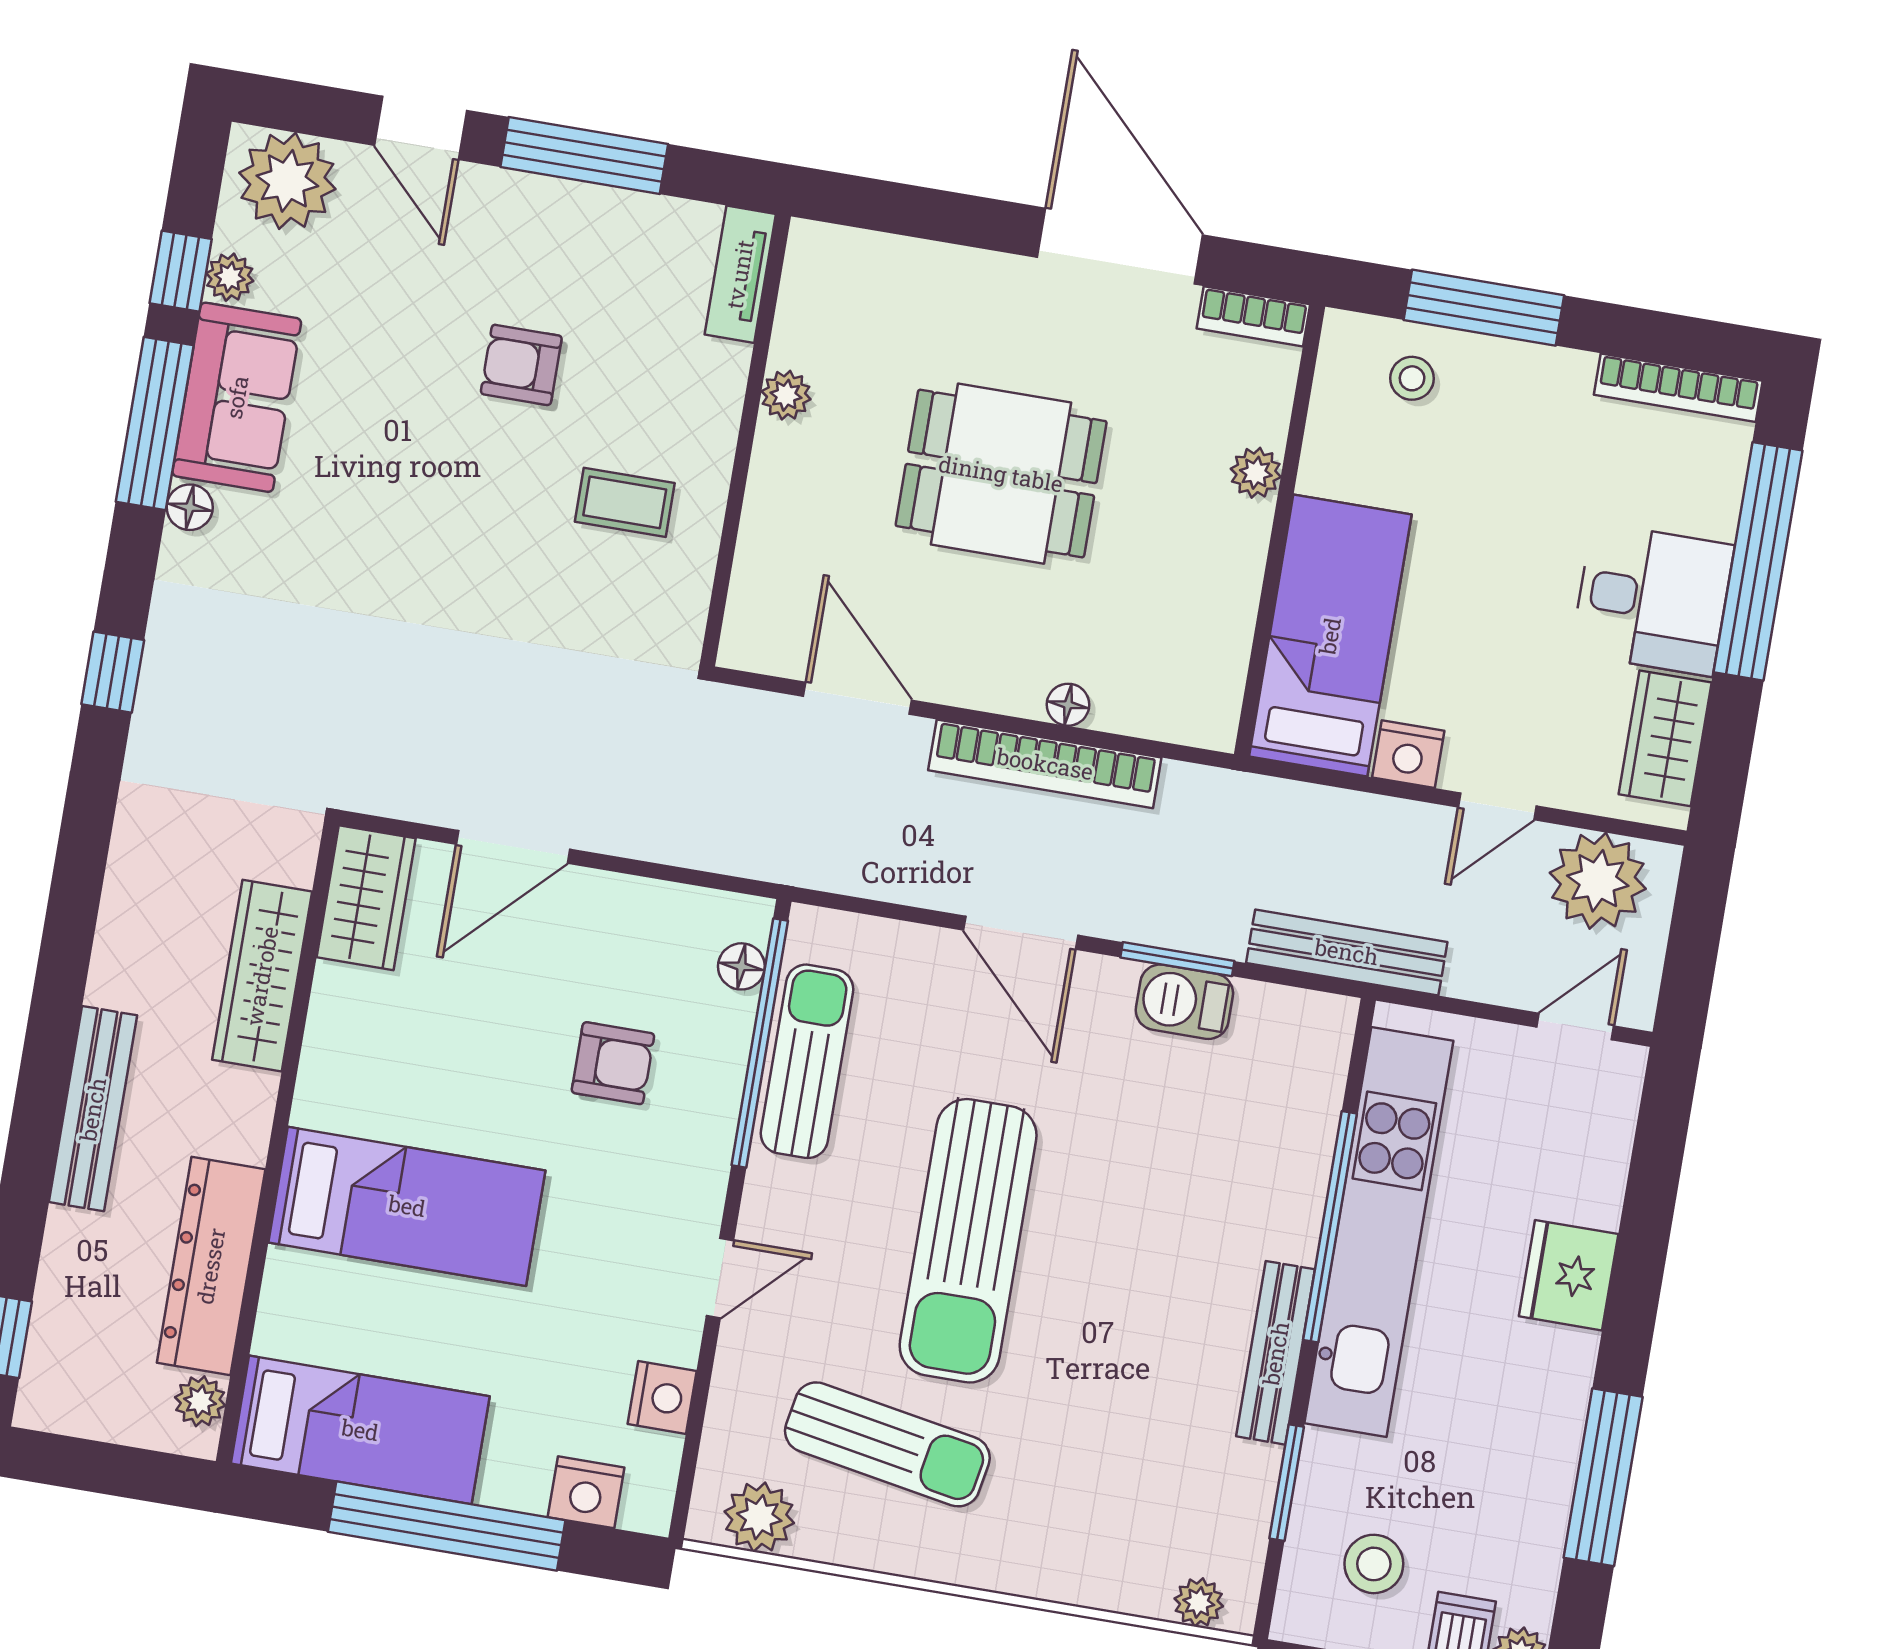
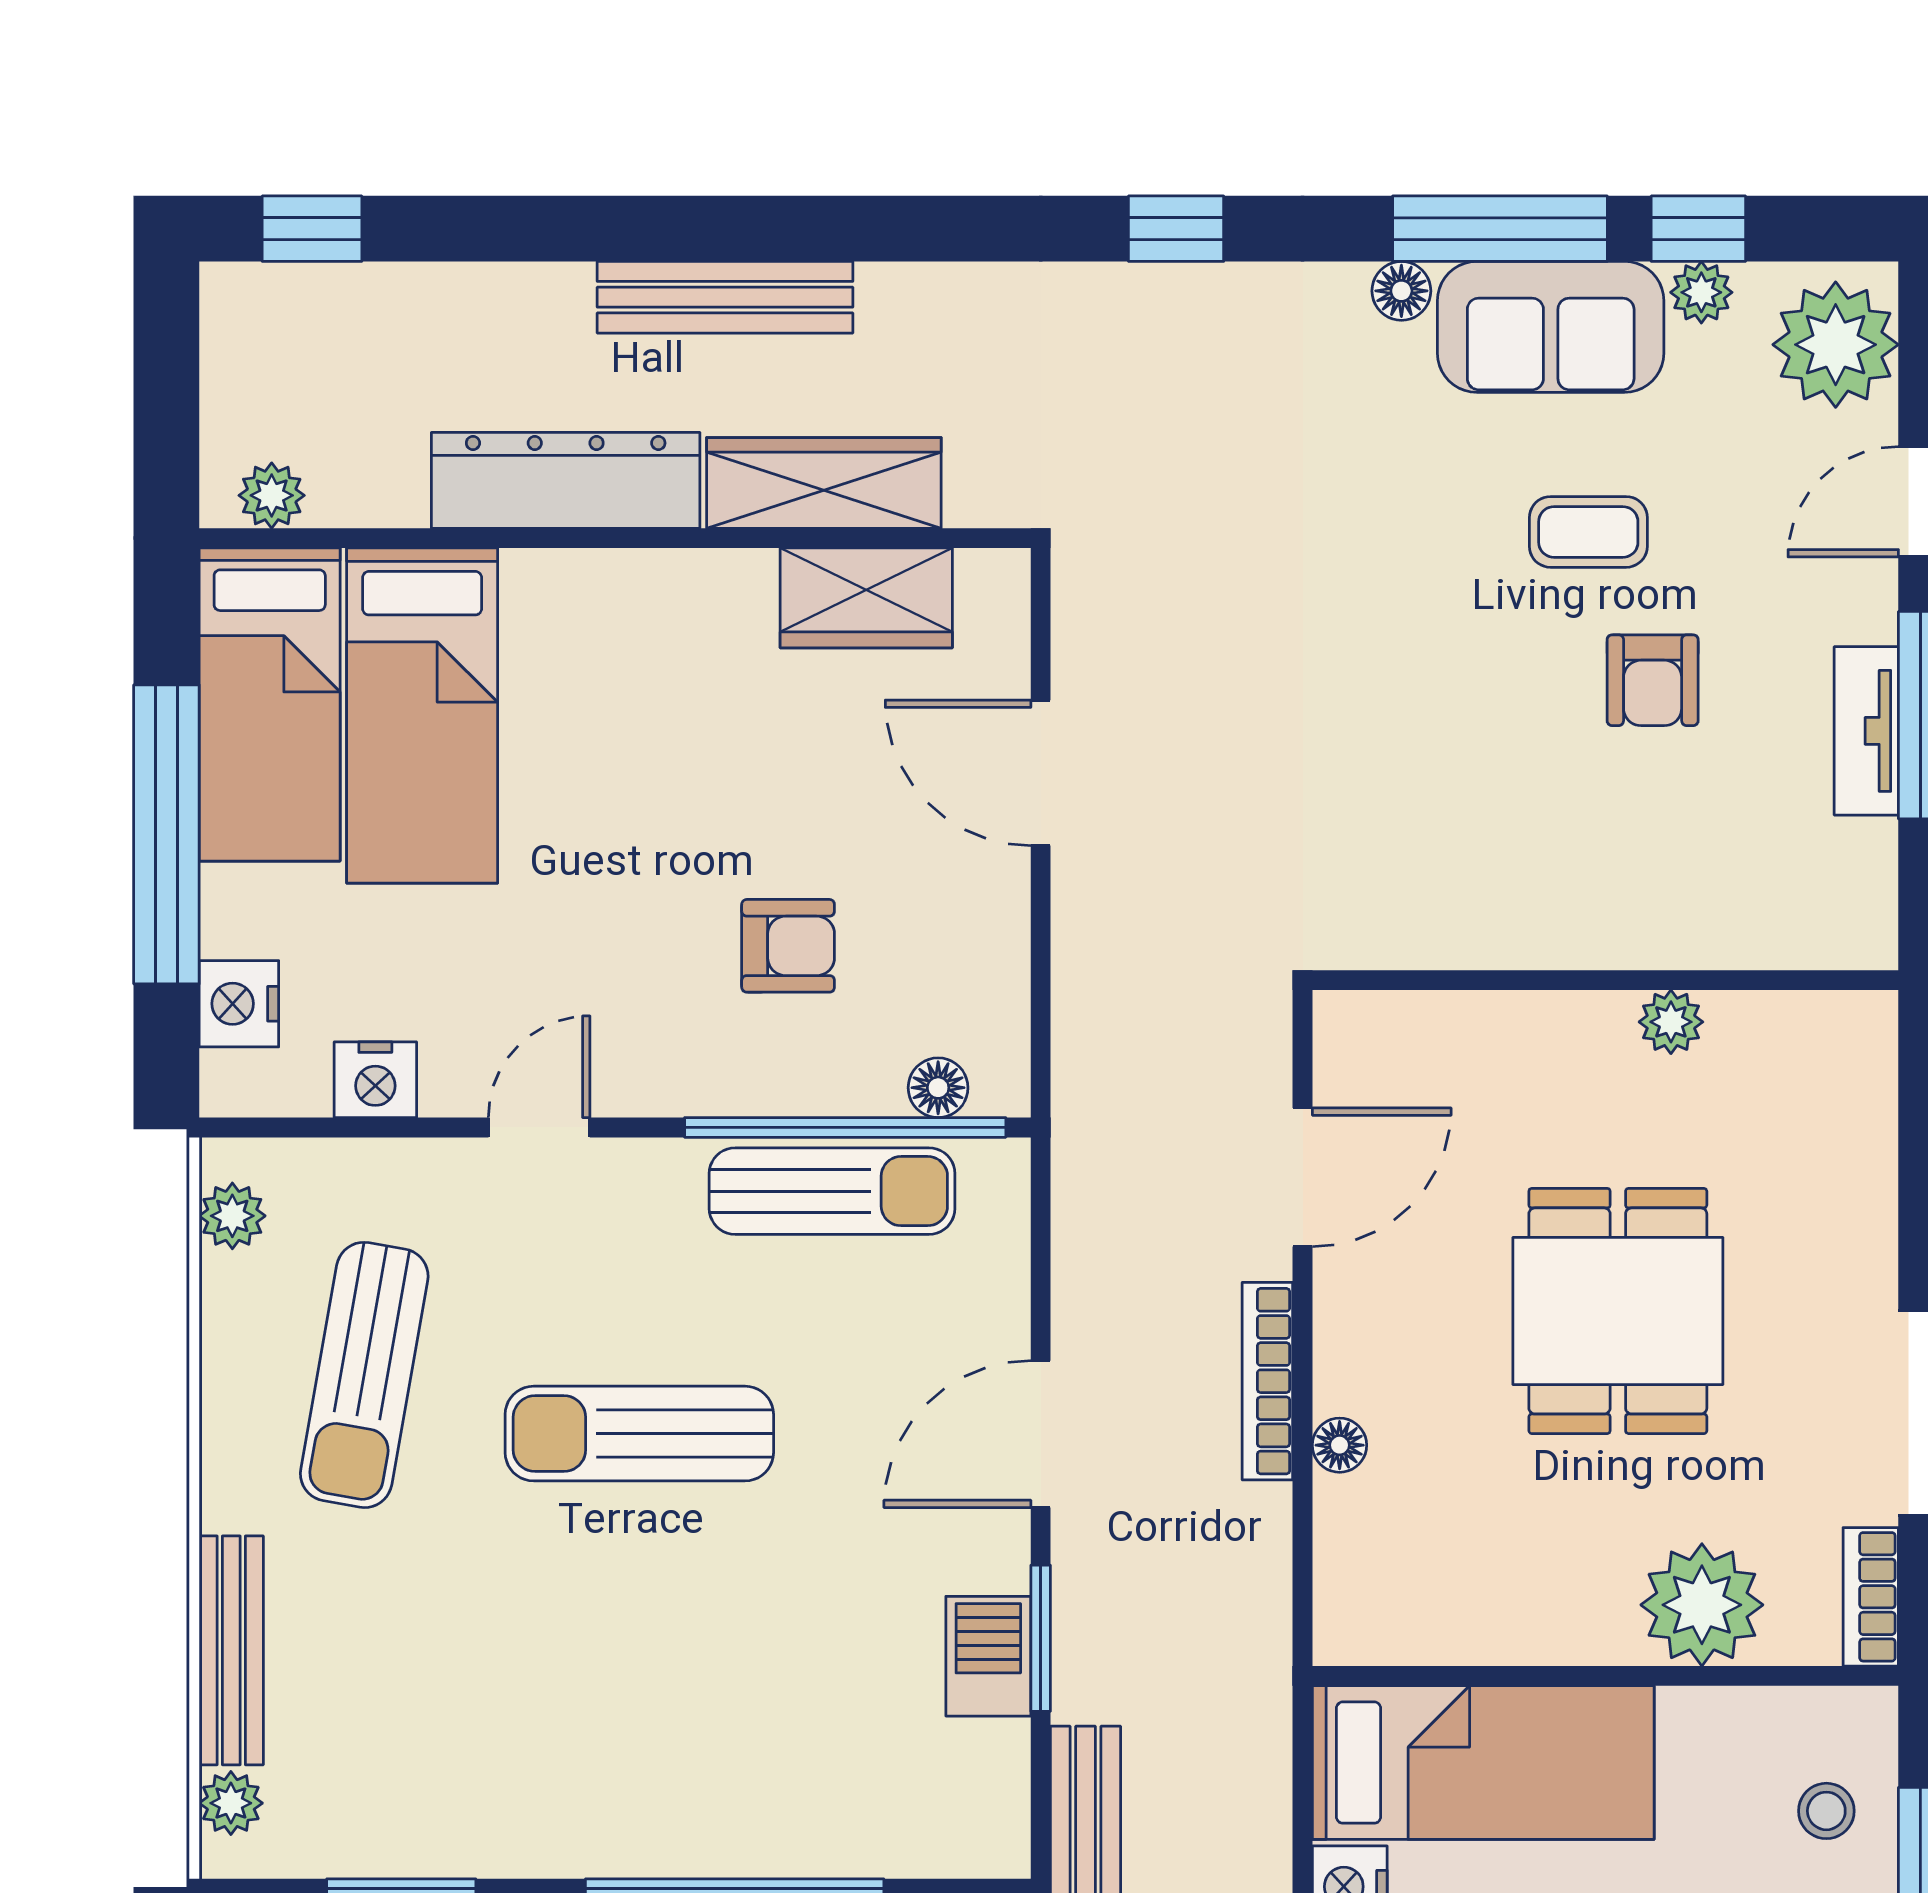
tv unit: (740, 274) -> (1866, 731), moved, turned -90
armchair: (521, 365) -> (1653, 680), turned 180
plant: (1256, 473) -> (1702, 1605), width x1.88, depth x1.88
coffee table: (625, 502) -> (1588, 532), moved, turned 90
bookcase: (1045, 764) -> (1267, 1381), width x0.68, depth x0.76
wardrobe: (366, 898) -> (866, 598), moved
armchair: (613, 1063) -> (788, 946), turned -90
bench: (93, 1109) -> (725, 297), moved
bed: (407, 1206) -> (422, 716), moved
sun lounger: (968, 1241) -> (639, 1434), width x0.73, depth x0.75
dresser: (211, 1266) -> (566, 480), moved
door: (720, 1278) -> (539, 1127), swing flipped
bench: (1276, 1353) -> (231, 1650), moved, turned 90
plant: (759, 1517) -> (232, 1216), width x0.73, depth x0.73

